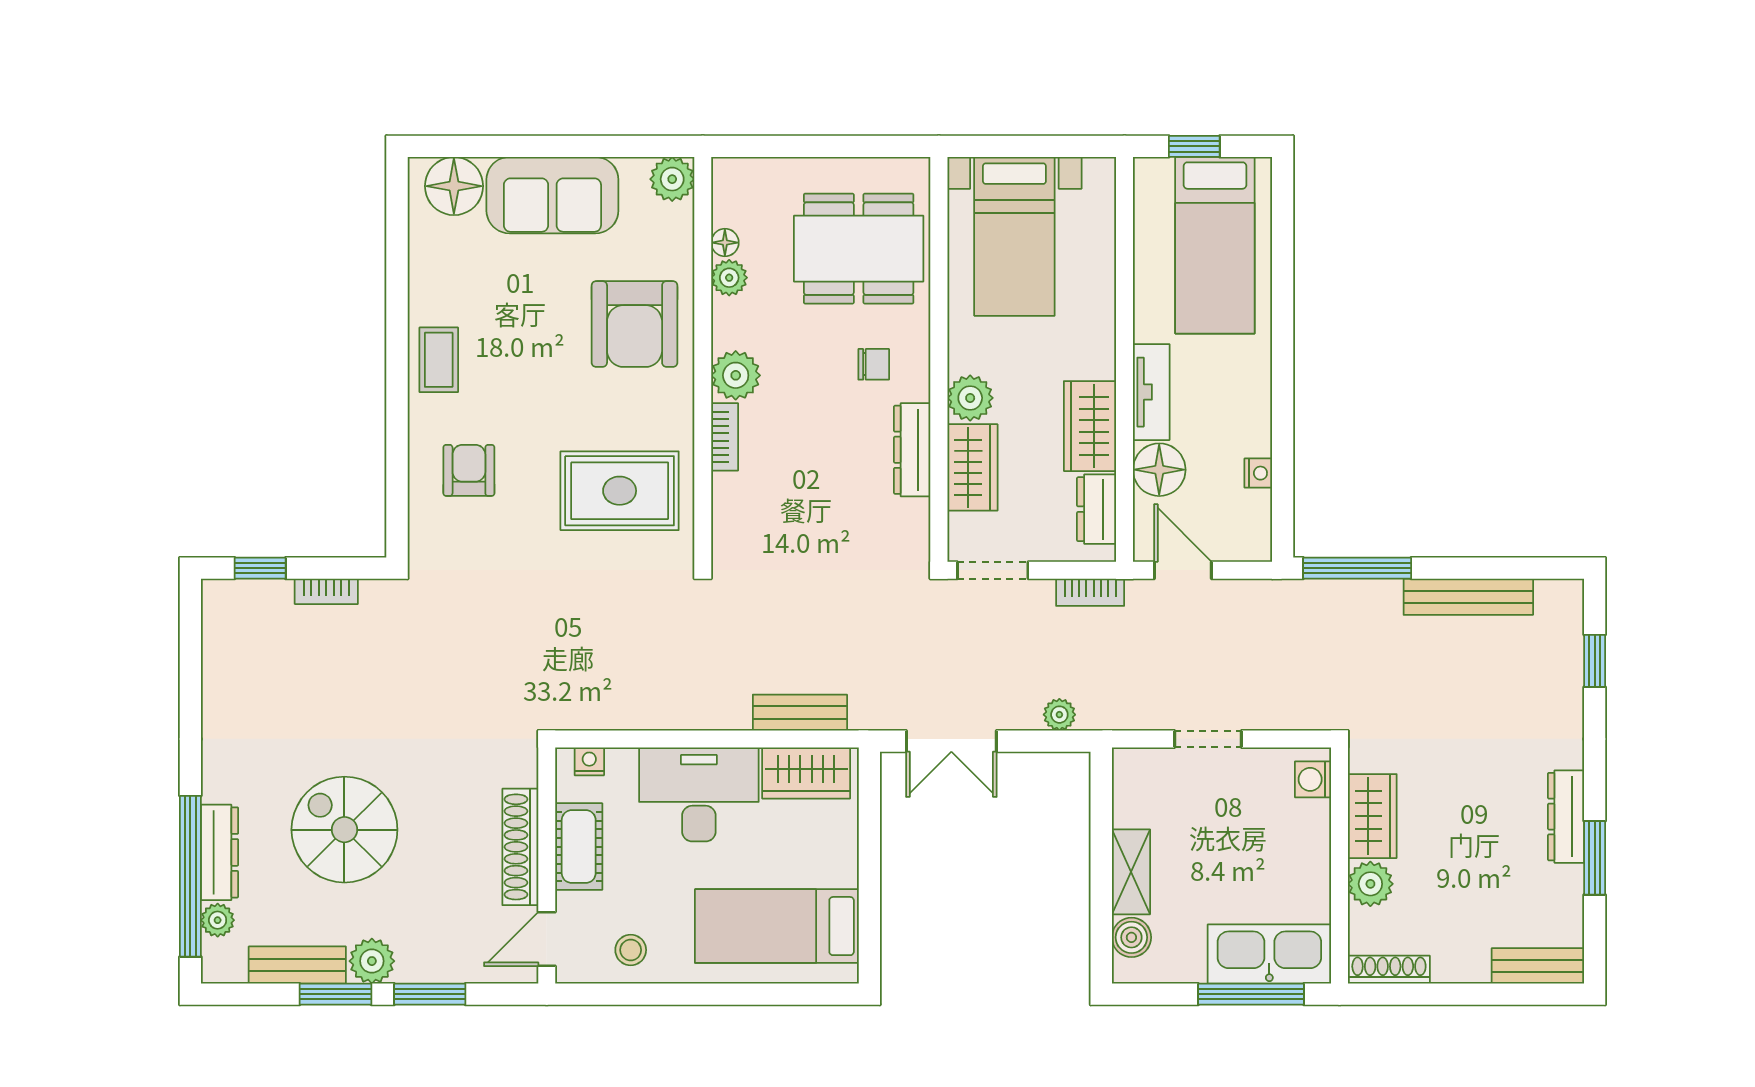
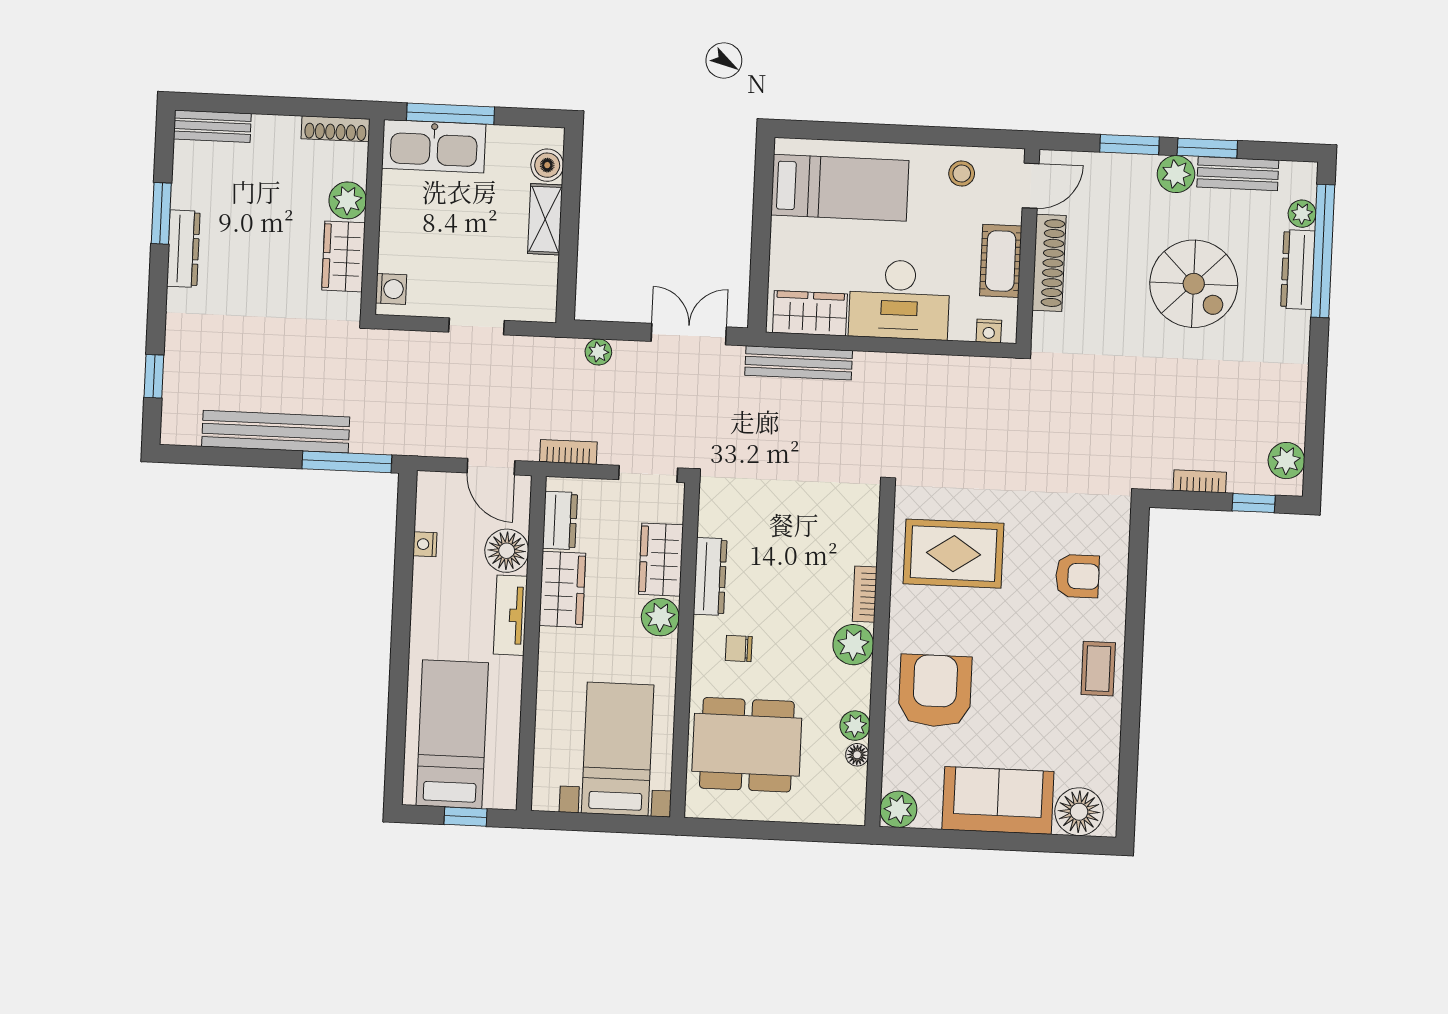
armchair: (469, 470) -> (1077, 576), turned -90
bench: (1468, 597) -> (276, 432), width x1.37, depth x1.21
plant: (223, 621) -> (1286, 461), added
bench: (800, 713) -> (799, 363), width x1.36

